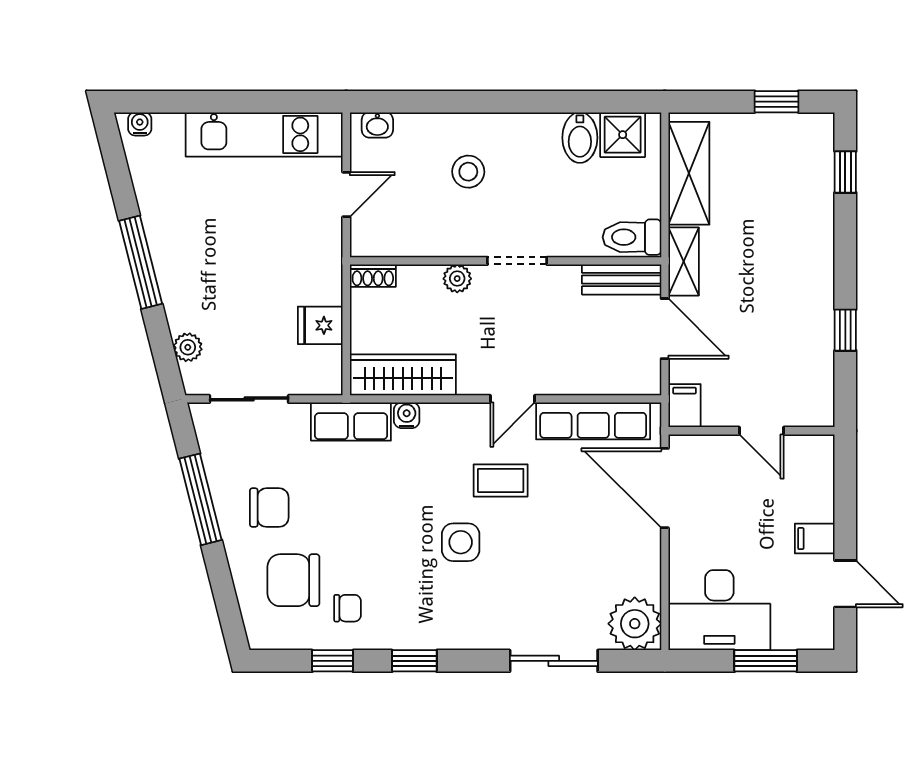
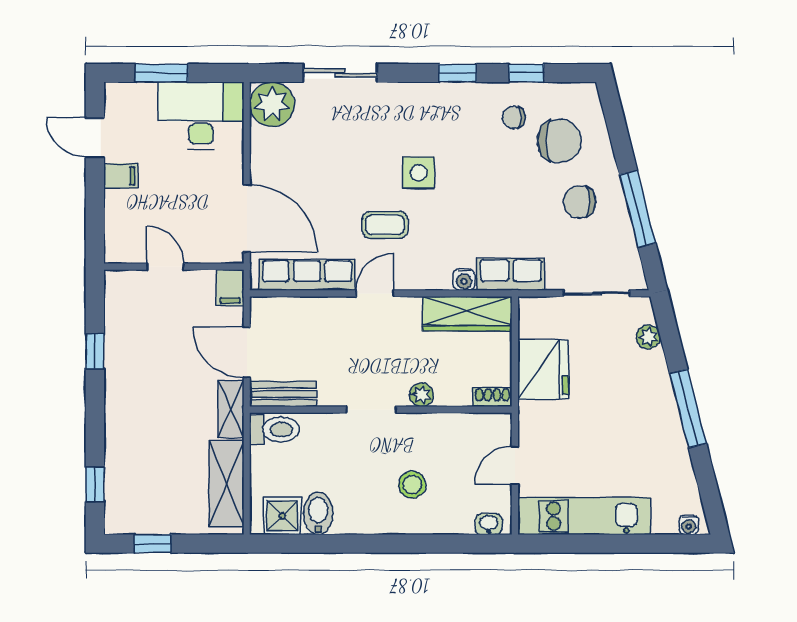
fridge: (320, 325) -> (543, 369), width x1.88, depth x1.34

